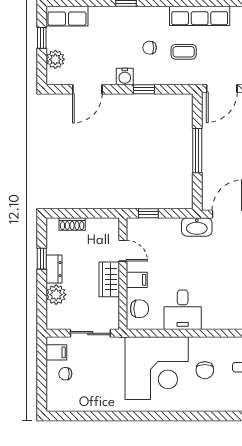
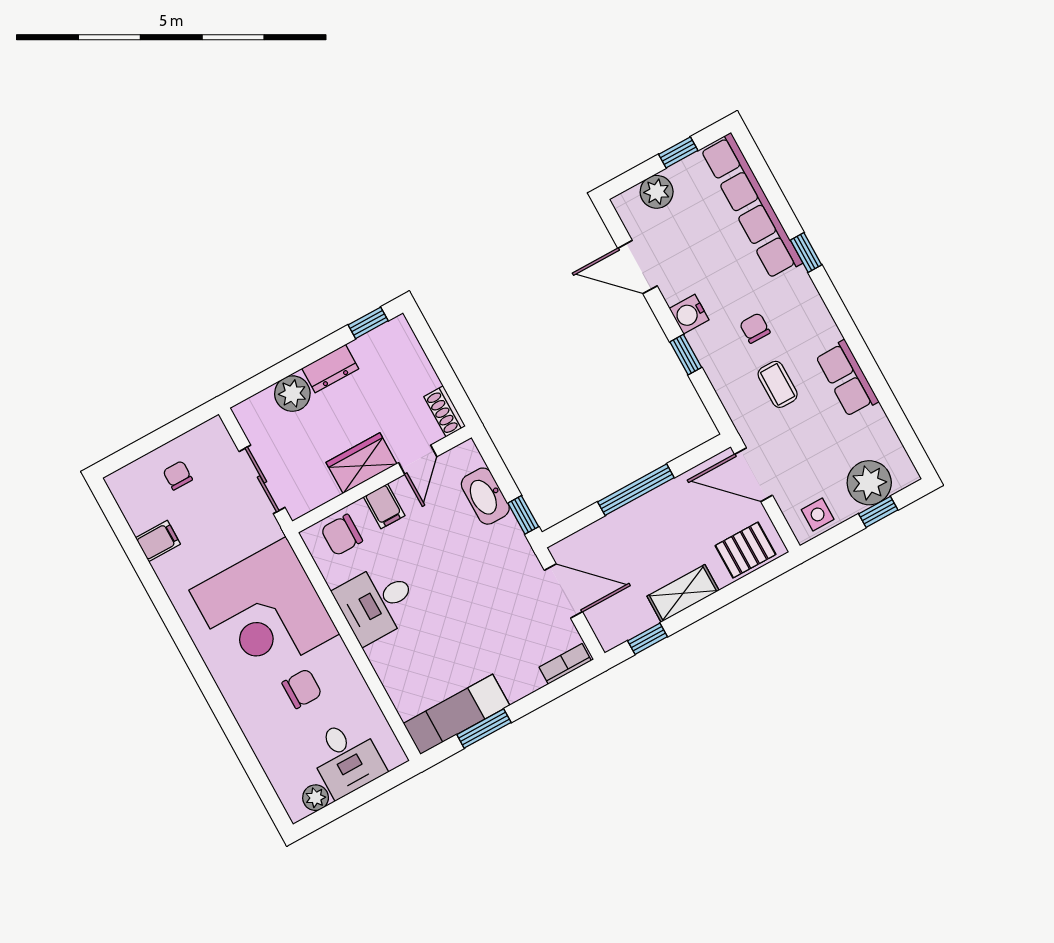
row of seats: (67, 16) -> (752, 206), width x2.02
row of seats: (200, 16) -> (847, 379), width x0.68
window: (148, 213) -> (523, 515), moved
shoe rack: (72, 224) -> (445, 411), moved
washbasin: (197, 227) -> (485, 496), moved
window: (42, 259) -> (368, 323), moved
chair: (139, 309) -> (342, 535), turned 90
filing cabinet: (56, 352) -> (158, 541), moved, turned -90
chair: (205, 370) -> (302, 689), turned 180

